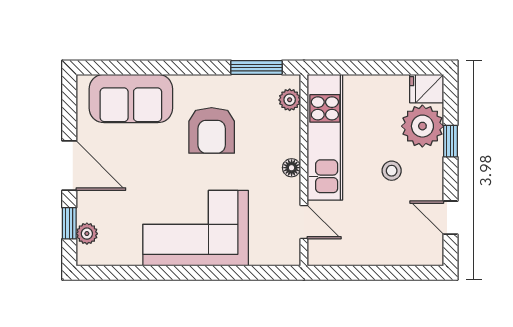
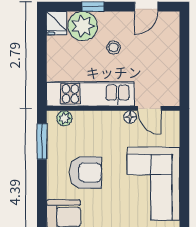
floor lamp: (292, 168) -> (130, 117), moved
door: (304, 222) -> (149, 108), swing flipped

